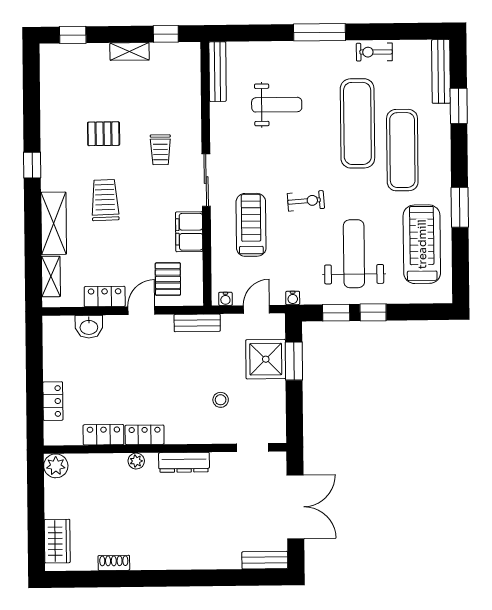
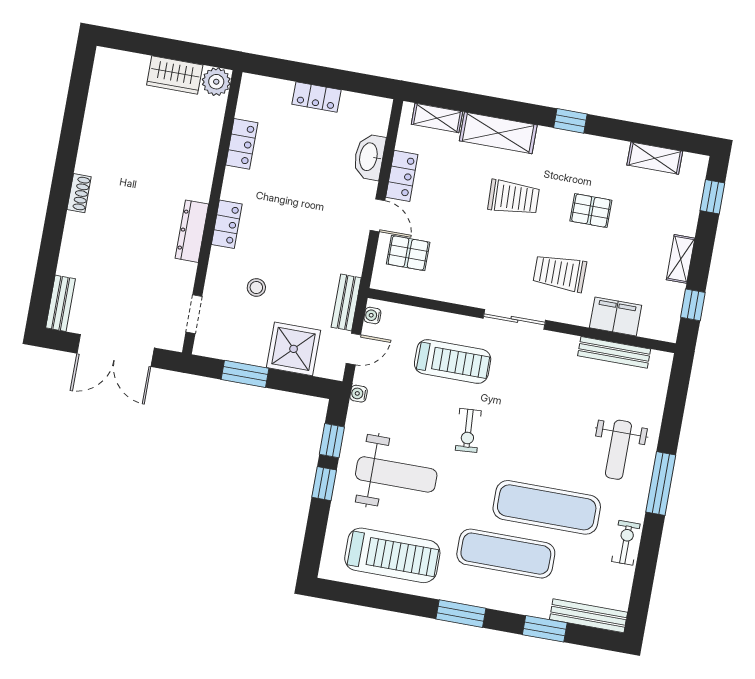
bench: (218, 72) -> (614, 352), moved
shelving: (50, 89) -> (655, 158), added
weight bench: (277, 105) -> (618, 450), moved
pallet: (104, 134) -> (591, 211), turned 90
trolley: (160, 150) -> (560, 273), width x1.36, depth x1.39
window: (460, 207) -> (461, 614), moved
filing cabinet: (189, 232) -> (616, 316), moved
door: (256, 309) -> (353, 349), hinge flipped
bench: (197, 323) -> (346, 302), moved
washbasin: (89, 327) -> (369, 157), width x1.38
window: (294, 361) -> (245, 374), moved
locker: (53, 401) -> (316, 97), moved
locker: (145, 435) -> (227, 224), moved
plant: (136, 461) -> (204, 176), removed
wardrobe: (57, 541) -> (175, 75), moved
shoe rack: (114, 563) -> (79, 193), moved

